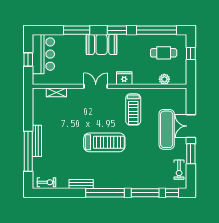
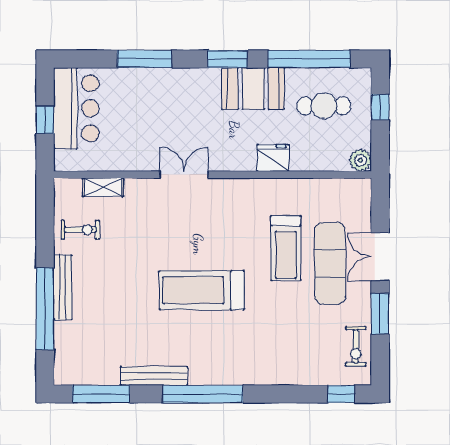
booth: (102, 44) -> (253, 89), moved
fridge: (124, 78) -> (273, 158), moved
plant: (164, 79) -> (360, 160), moved
treadmill: (133, 109) -> (286, 248), moved
treadmill: (104, 142) -> (202, 290), turned 180
exercise bike: (47, 182) -> (80, 230), moved
bench: (81, 184) -> (154, 376), width x1.36
window: (145, 193) -> (101, 394), moved

